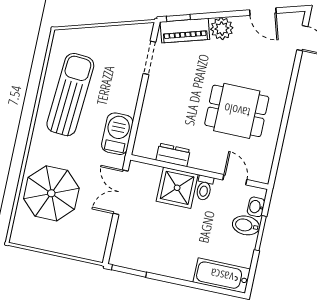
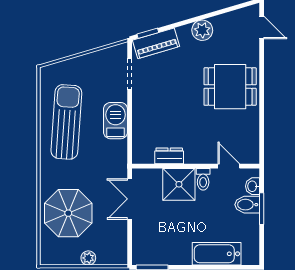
door: (263, 12) -> (222, 12), removed
plant: (222, 29) -> (202, 30), moved
dining table: (237, 111) -> (230, 87), moved
barbecue: (117, 134) -> (116, 121), moved
plant: (63, 246) -> (88, 258), added
bathtub: (222, 276) -> (217, 254), moved

